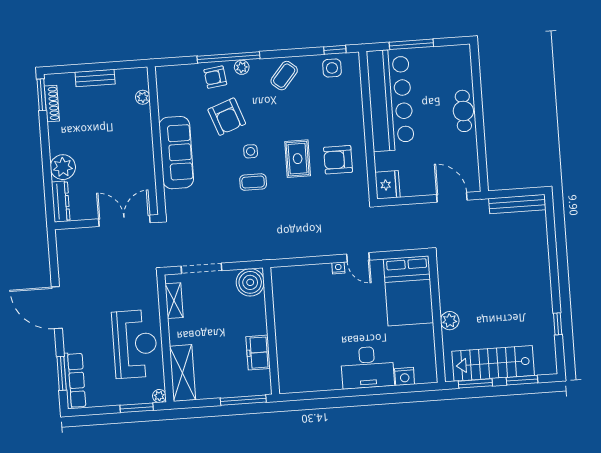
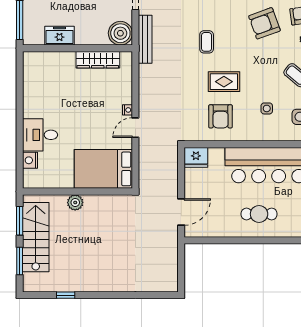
cafe table: (463, 111) -> (259, 214), moved
side table: (251, 151) -> (267, 108), moved
armchair: (338, 160) -> (221, 116), turned 180
bench: (517, 204) -> (145, 39), moved
wardrobe: (283, 306) -> (98, 60), added
desk: (367, 367) -> (40, 135), width x0.73

